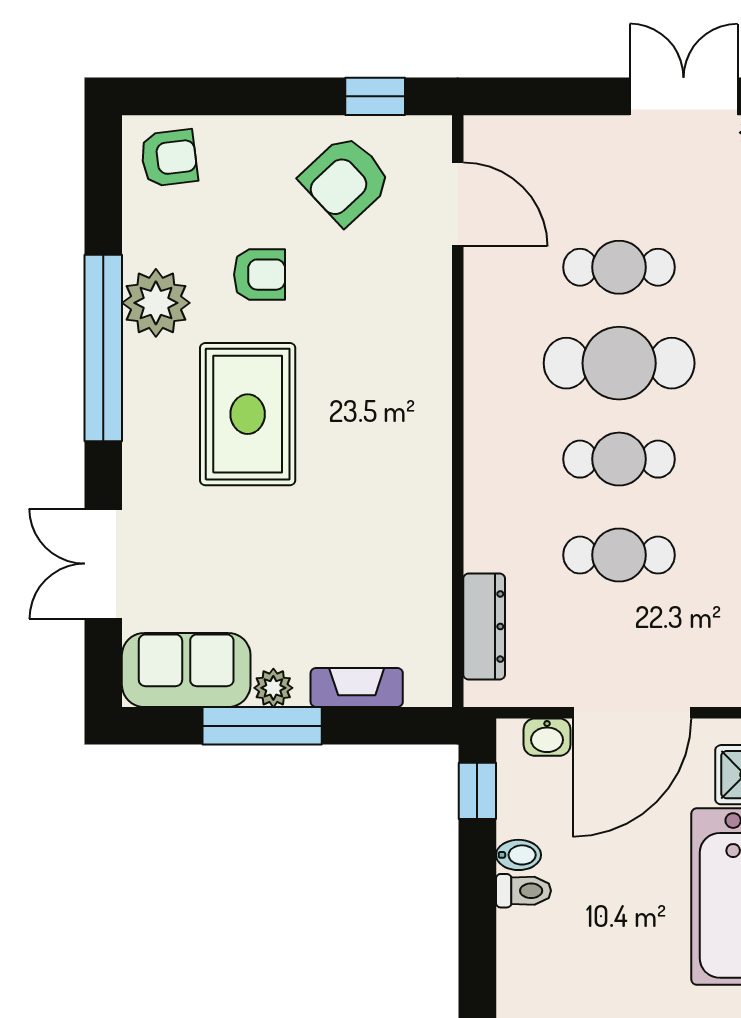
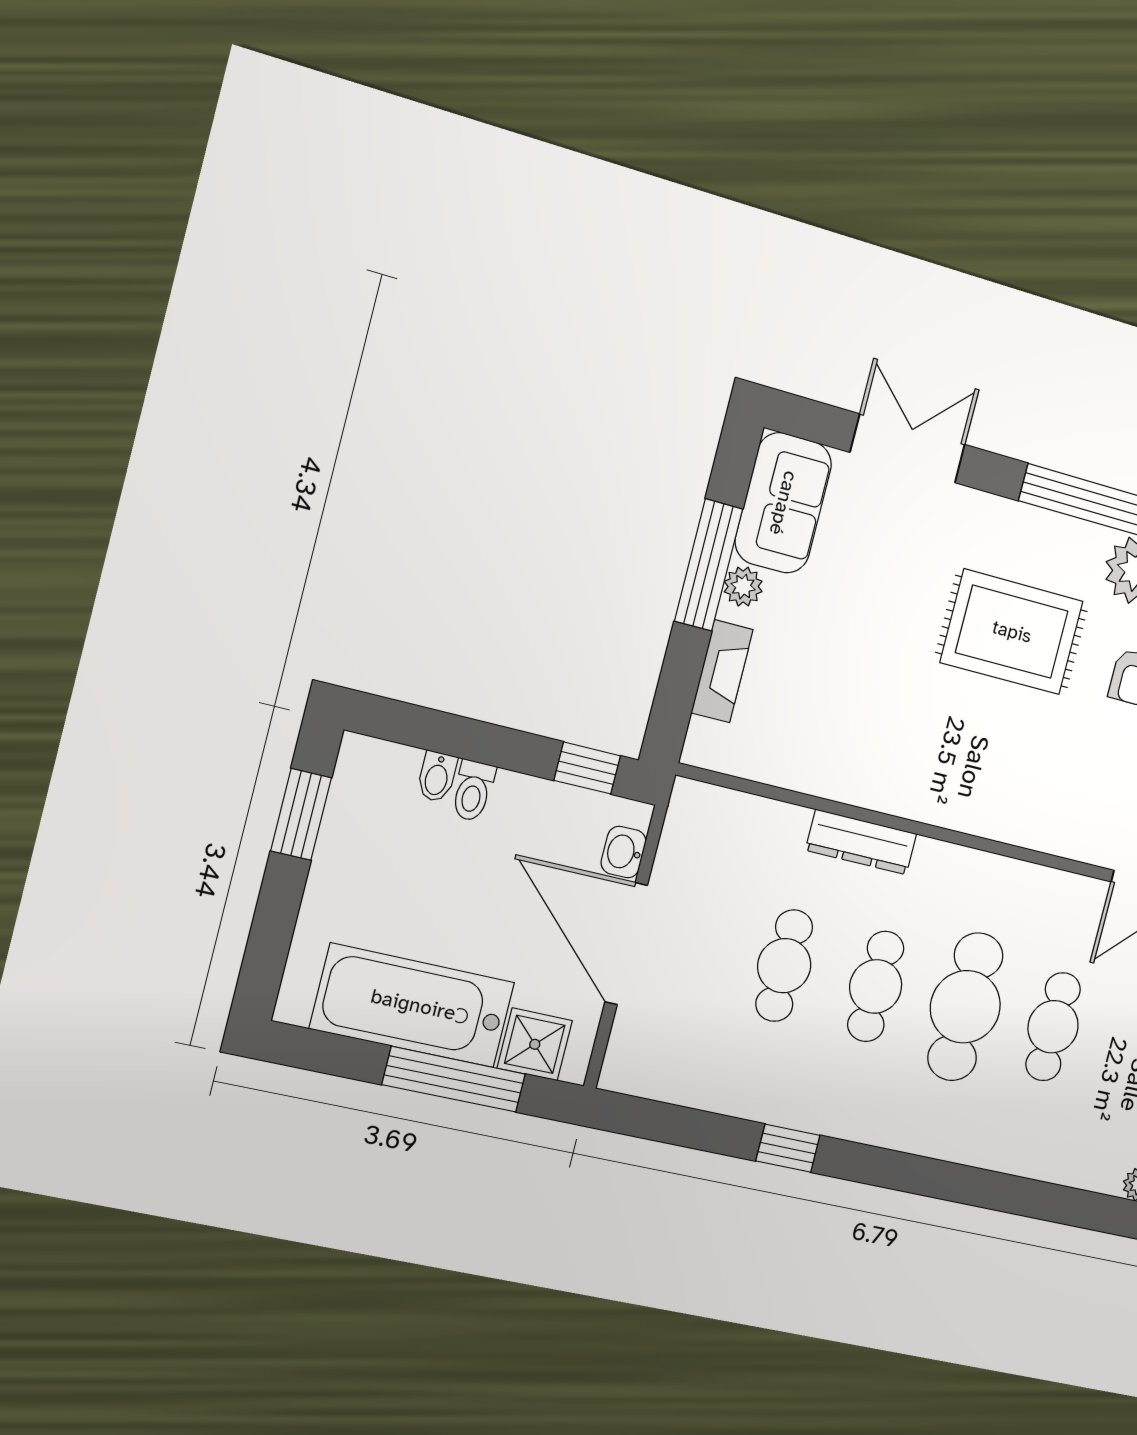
dresser: (484, 627) -> (861, 842), moved
bidet: (518, 855) -> (437, 777), moved

